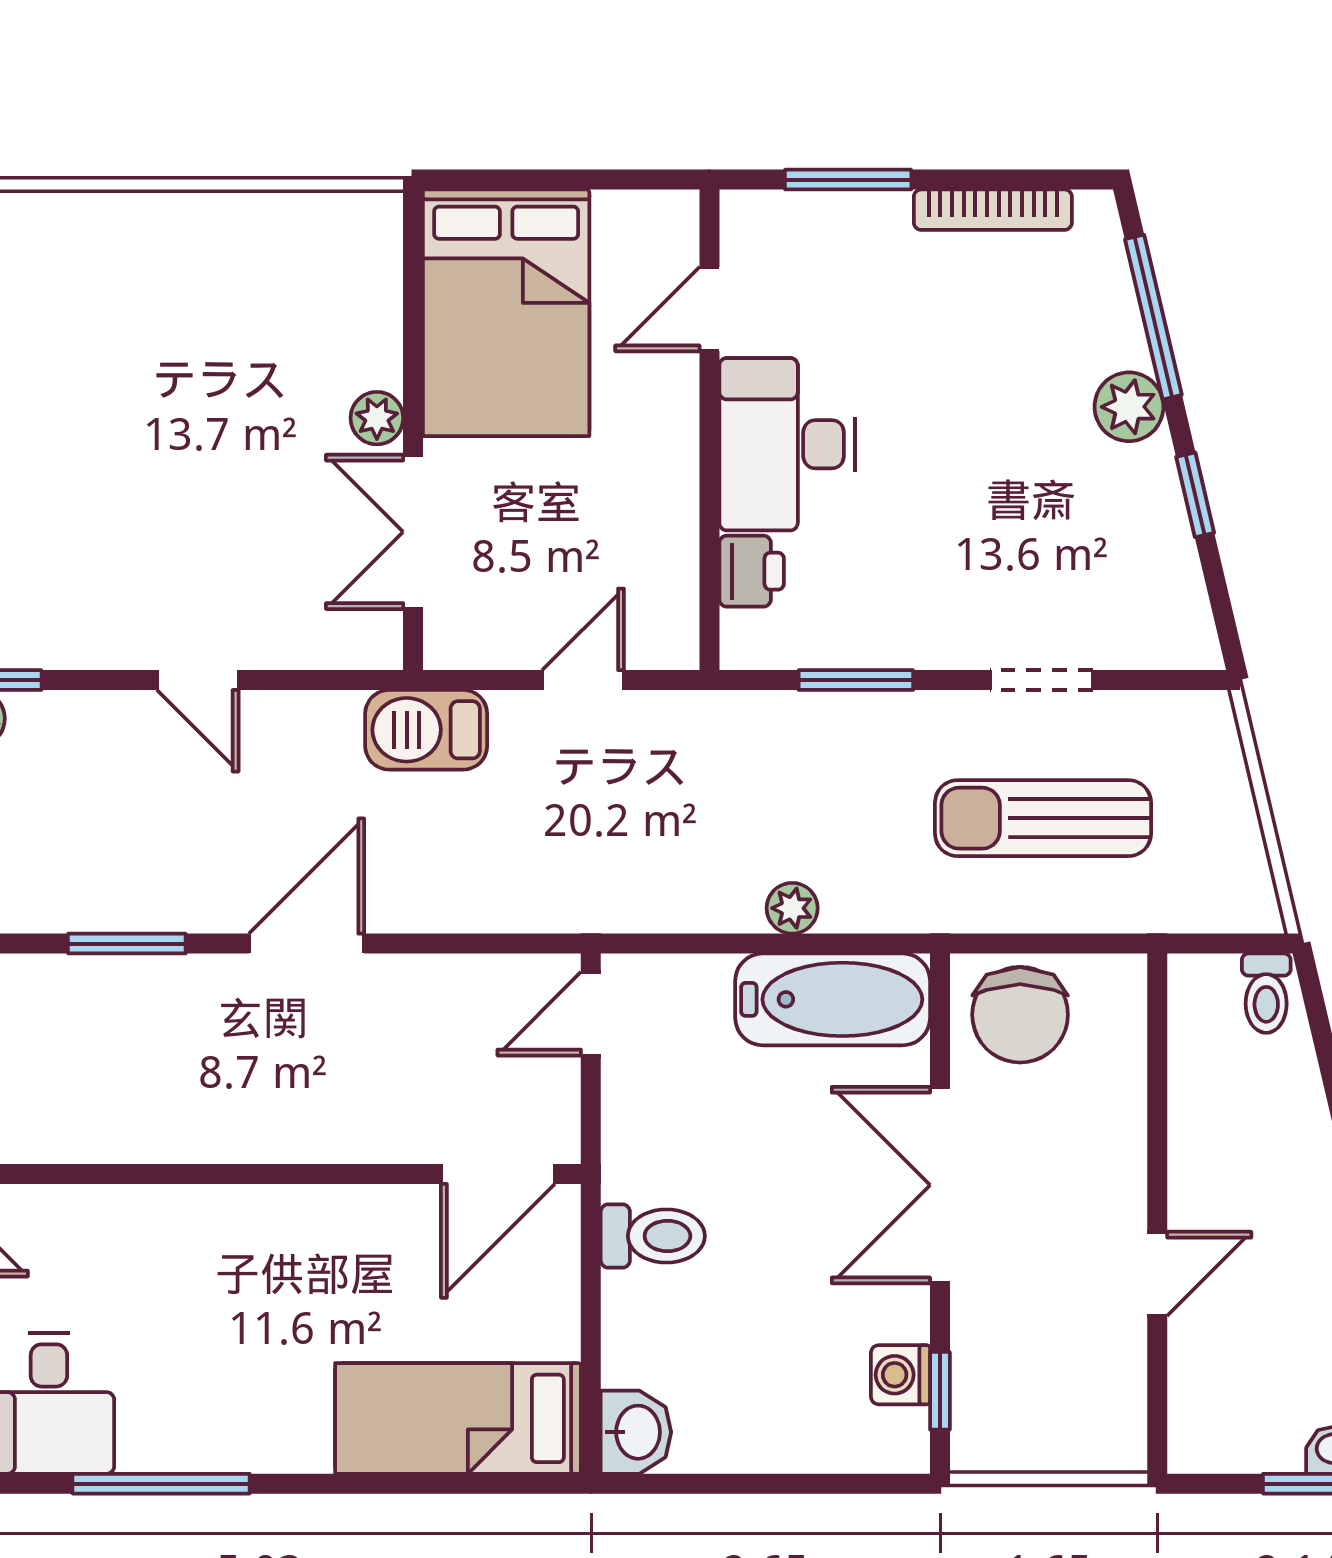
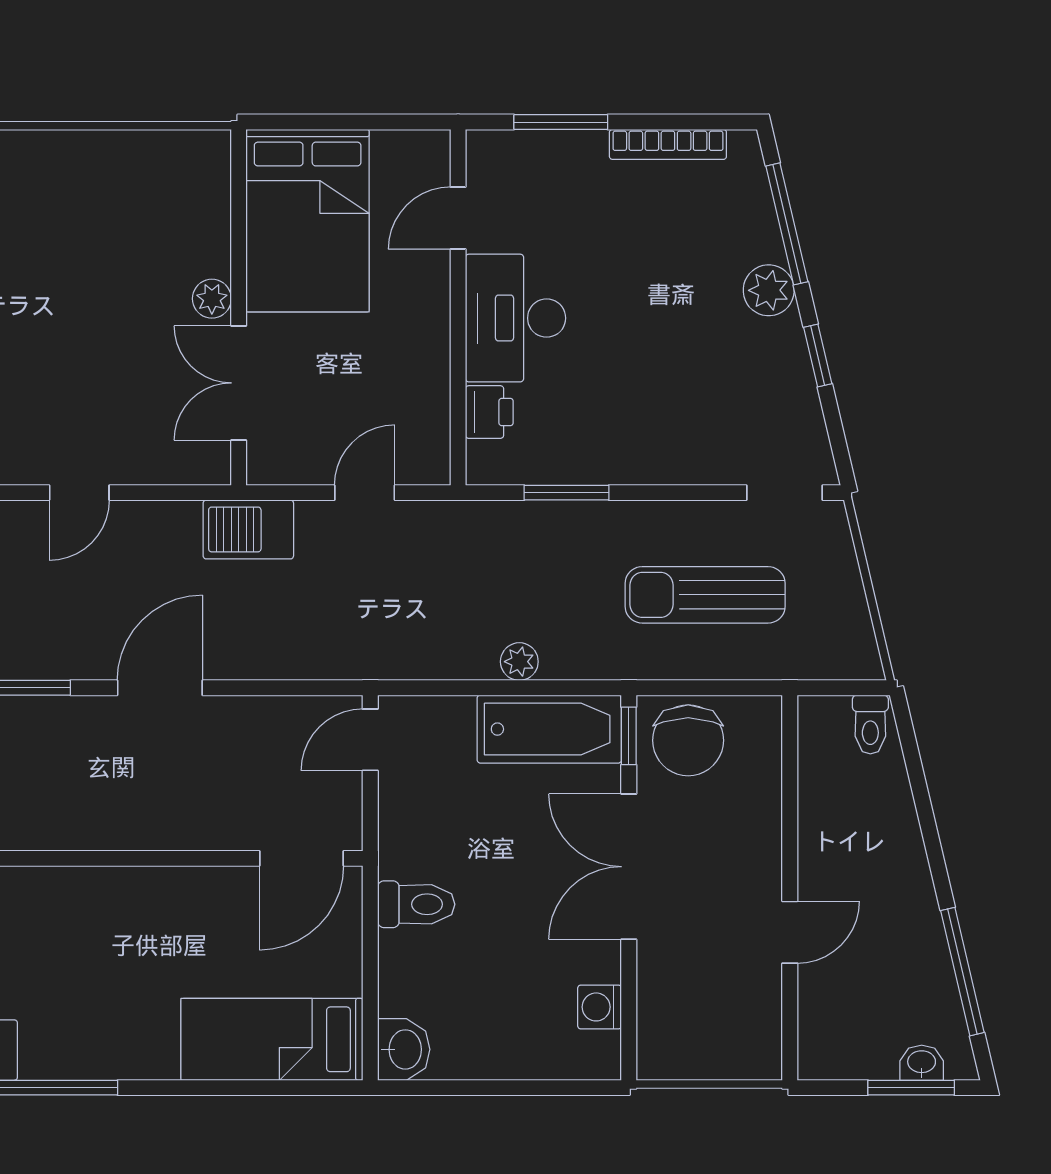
door: (198, 680) -> (79, 493), hinge flipped
doorway: (1041, 680) -> (785, 493), moved
window: (940, 1391) -> (629, 736), moved

